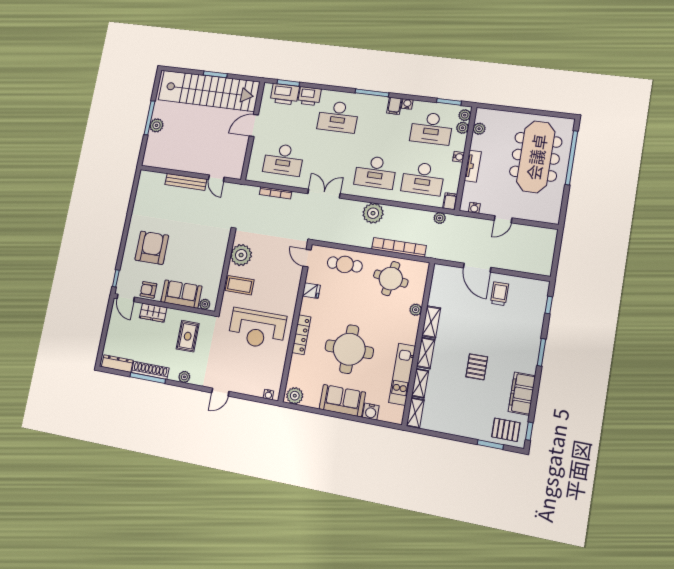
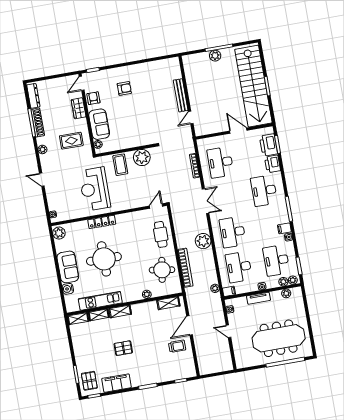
armchair: (152, 248) -> (124, 88), width x0.53, depth x0.53
fridge: (311, 291) -> (134, 218), removed
shelving: (431, 322) -> (168, 303), moved

